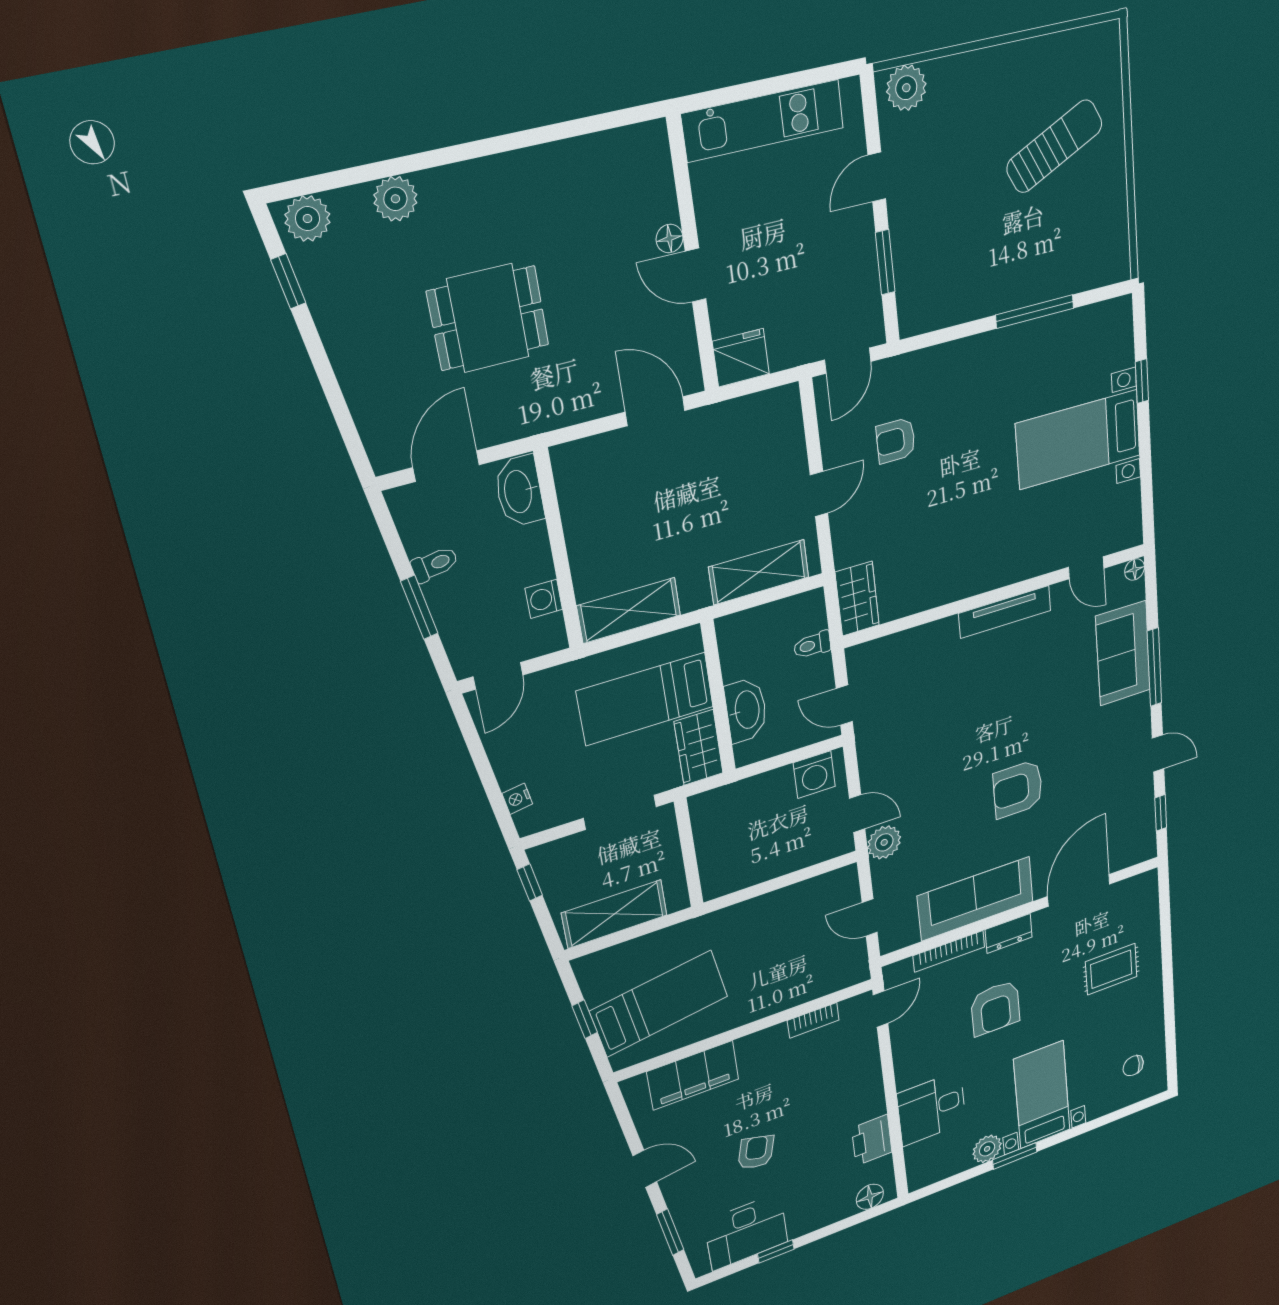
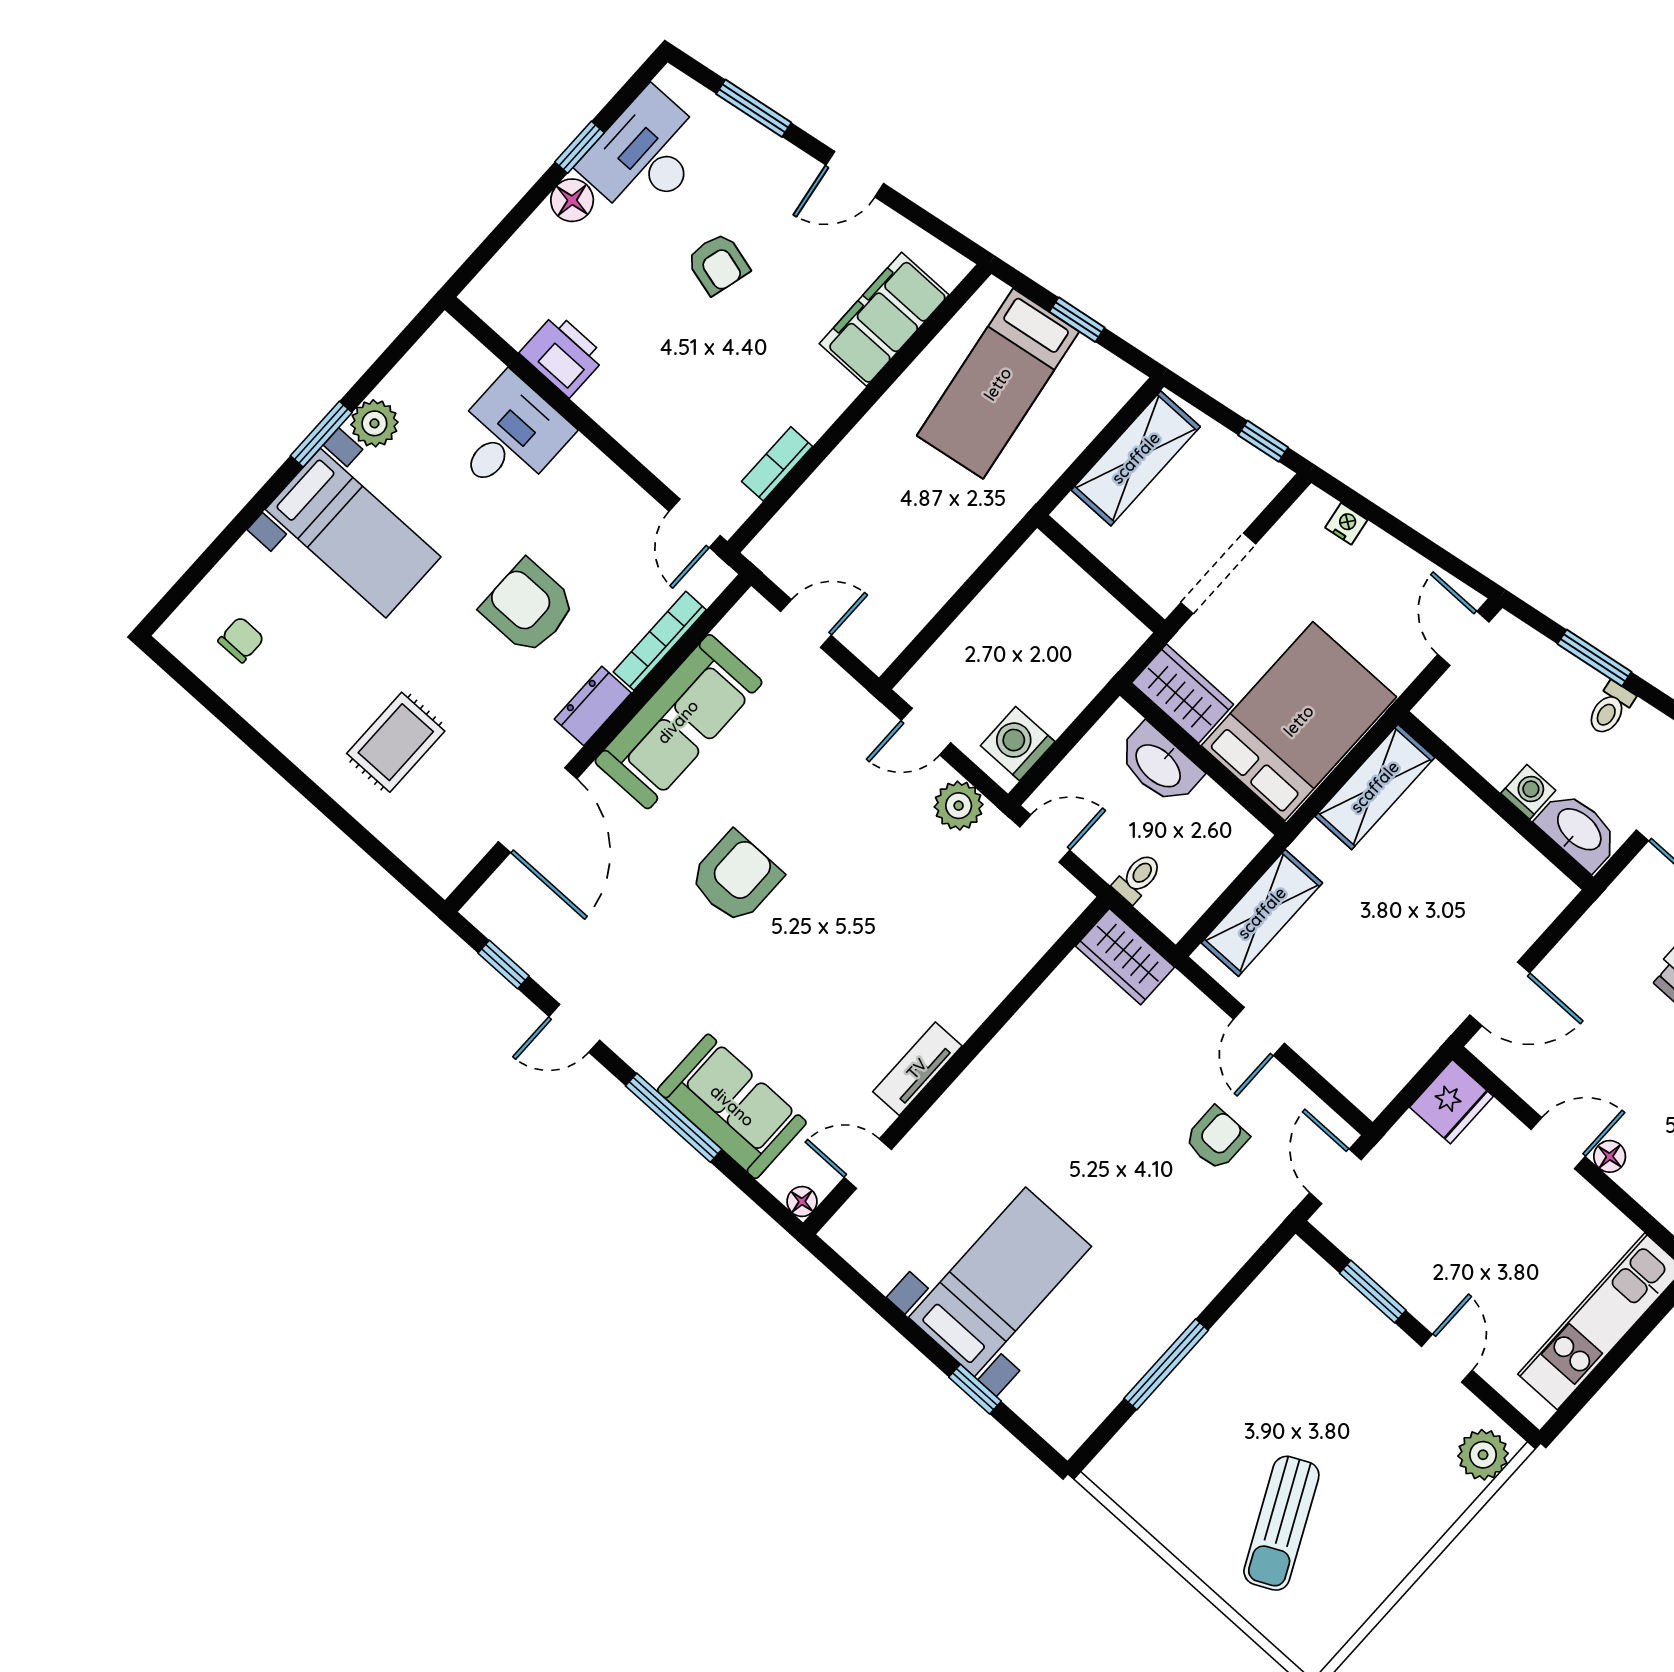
washing machine: (544, 599) -> (1528, 792), moved
tv unit: (1005, 612) -> (917, 1069), width x0.71
bed: (645, 699) -> (1299, 721), width x1.50
plant: (884, 842) -> (959, 806), moved
floor lamp: (870, 1197) -> (572, 200), moved

